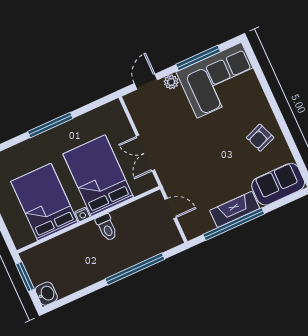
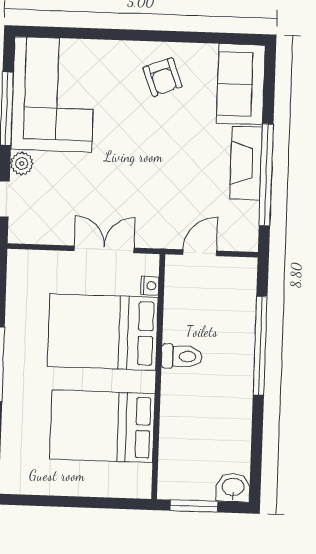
double door: (146, 153) -> (104, 249), swing flipped
nightstand: (82, 215) -> (150, 286), moved

